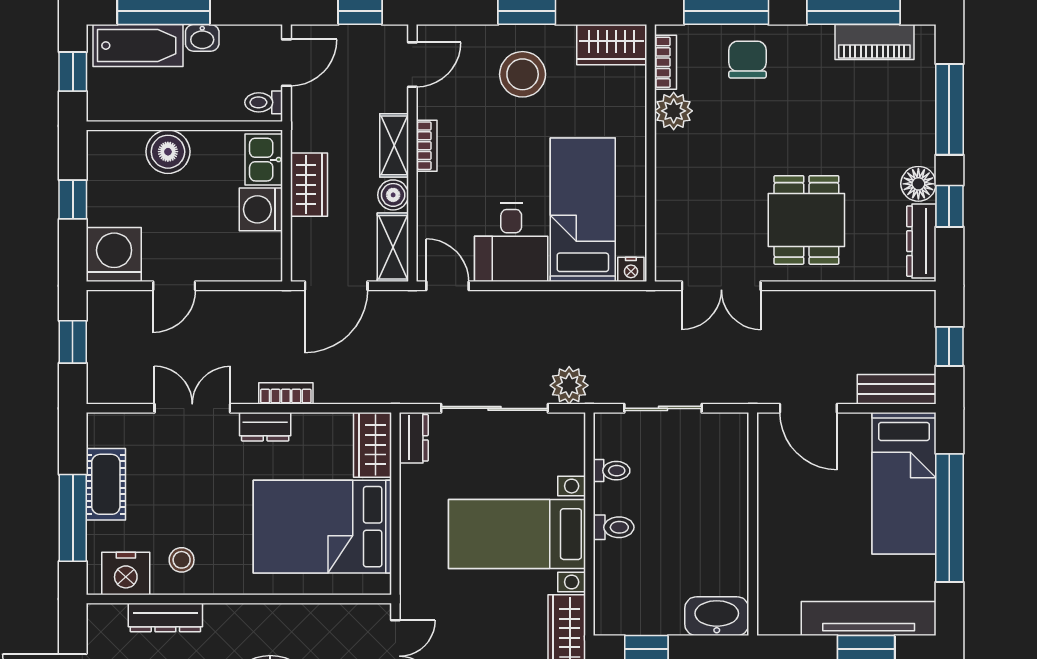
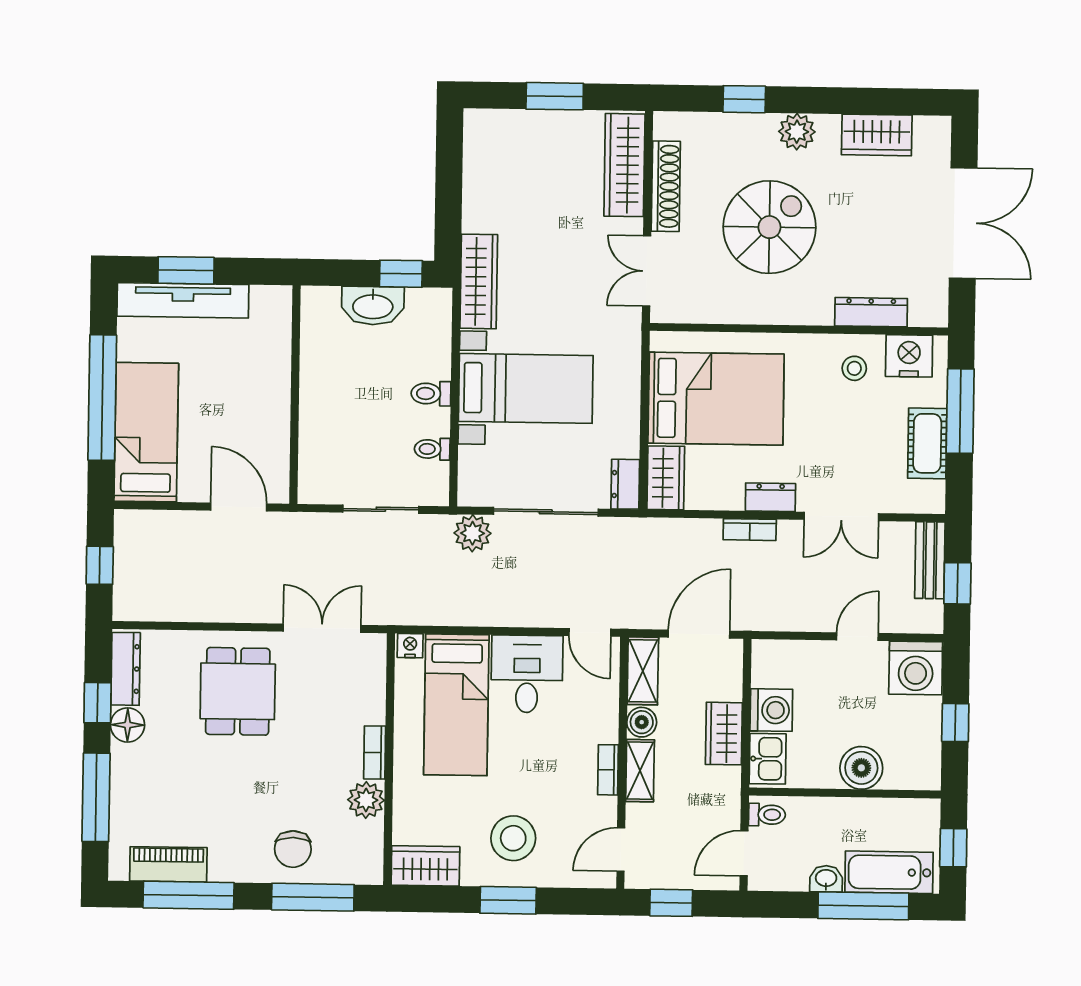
bookcase: (666, 62) -> (375, 752), moved
bench: (897, 389) -> (930, 560), moved, turned 90
washbasin: (717, 616) -> (373, 306), moved

